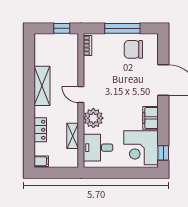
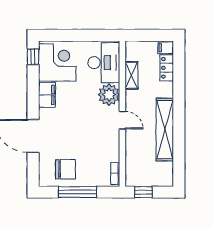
shelving: (42, 86) -> (165, 130), width x1.47
locker: (40, 130) -> (167, 68), moved
desk: (98, 148) -> (104, 63), width x1.37

